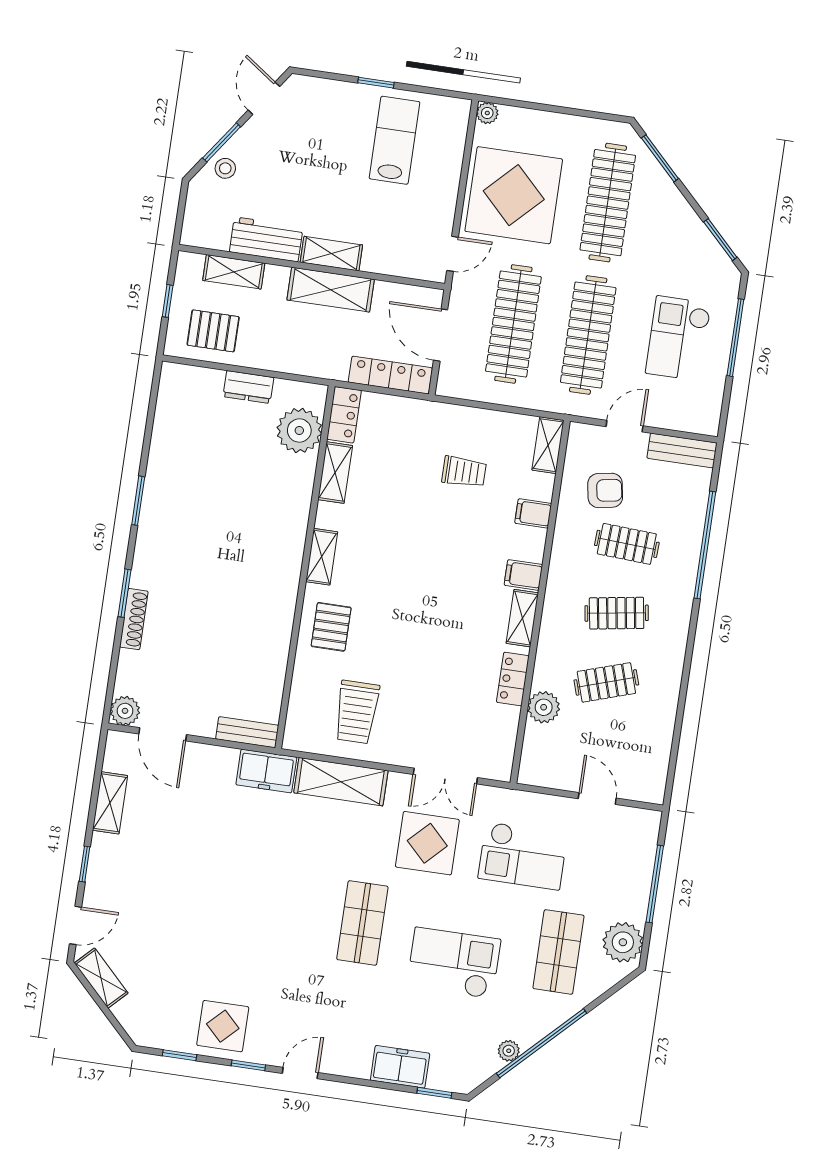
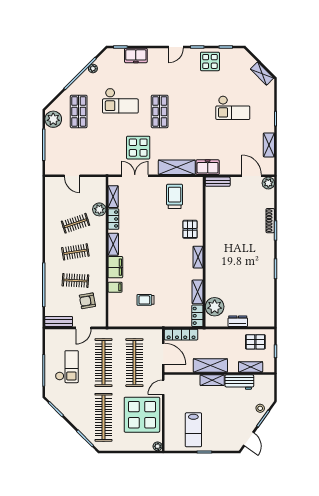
shelving: (548, 445) -> (113, 197), moved
filing cabinet: (523, 575) -> (115, 267), width x2.00
checkout: (523, 856) -> (233, 108), moved, turned 180
door: (75, 925) -> (276, 93), removed

